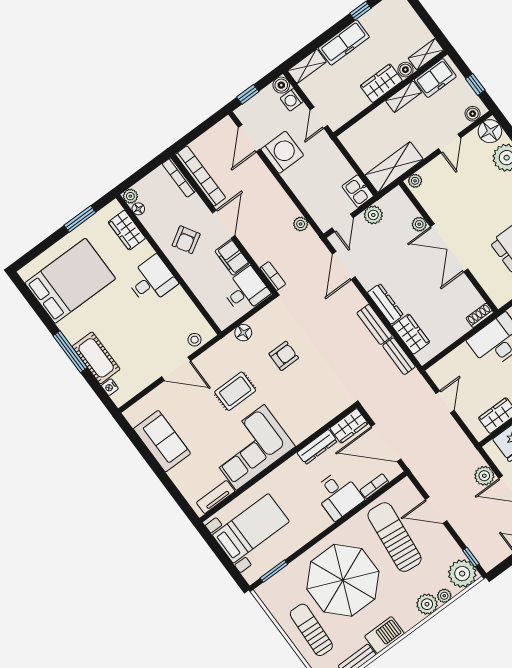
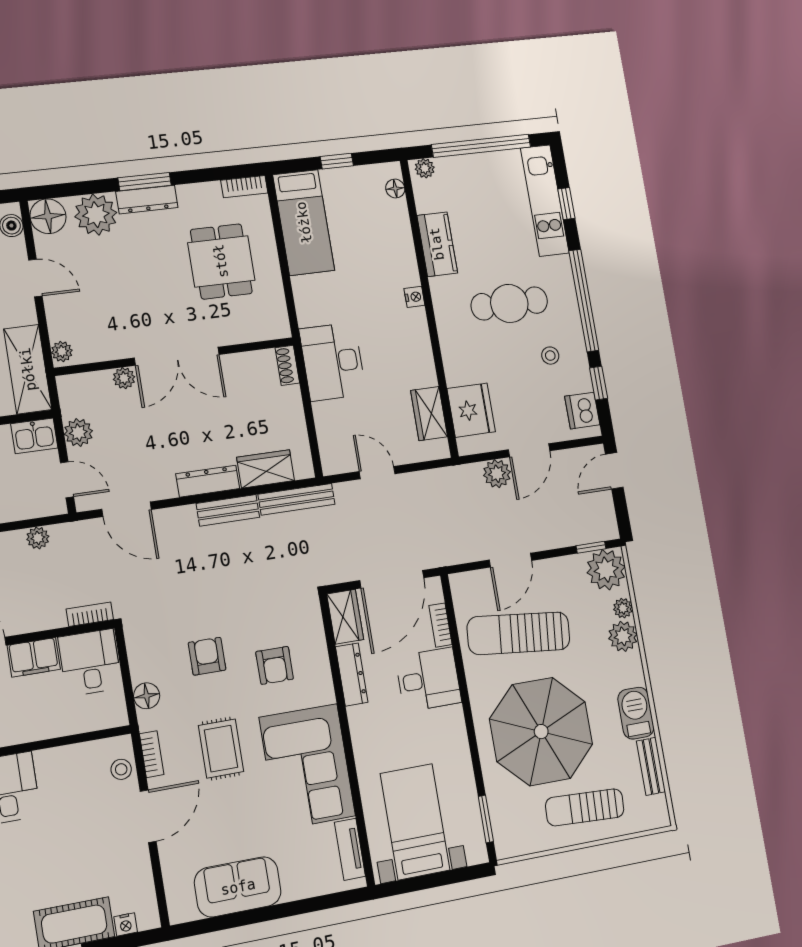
bookcase: (212, 353) -> (152, 754), added
bench: (399, 356) -> (297, 499), width x1.36
armchair: (299, 398) -> (275, 665), added

